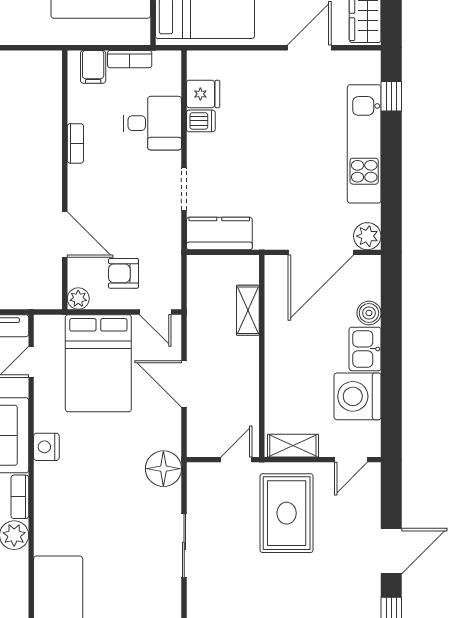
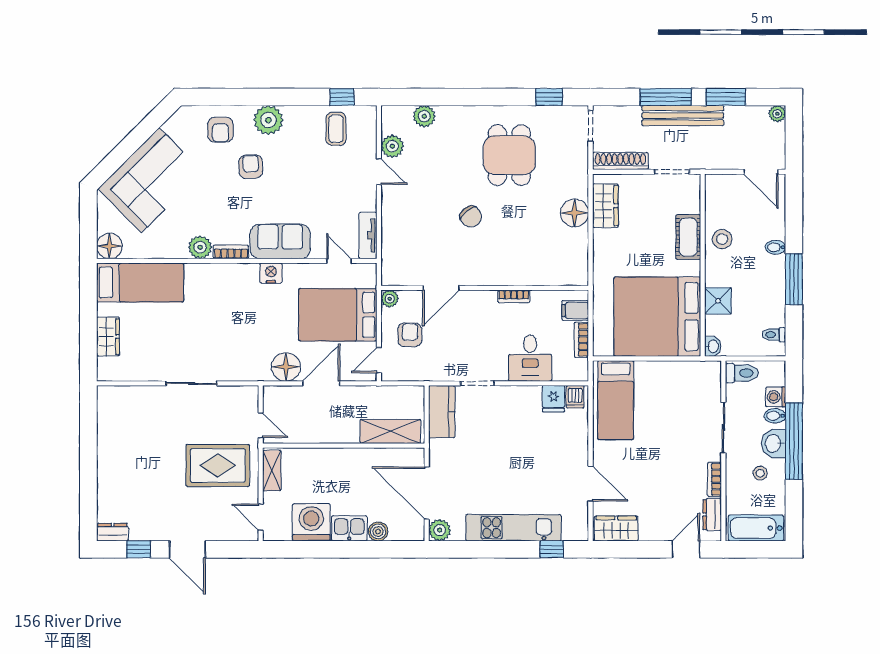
dishwasher: (201, 121) -> (575, 397), moved
shelving: (248, 310) -> (390, 431), width x1.50, depth x1.33
floor lamp: (163, 469) -> (286, 367), moved

